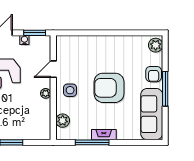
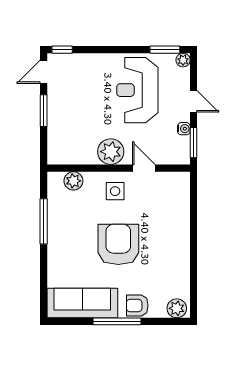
plant: (46, 93) -> (111, 152), width x1.87, depth x1.87
fireplace: (104, 135) -> (54, 237), removed

